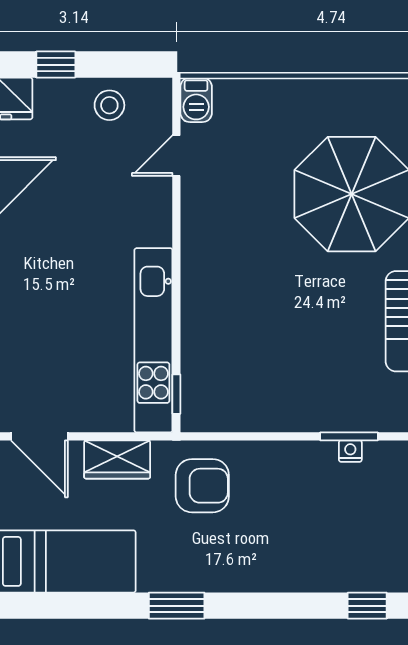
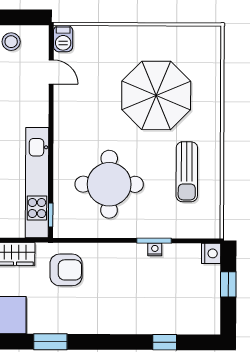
door: (176, 156) -> (51, 72), swing flipped
round table: (274, 343) -> (109, 184), added

